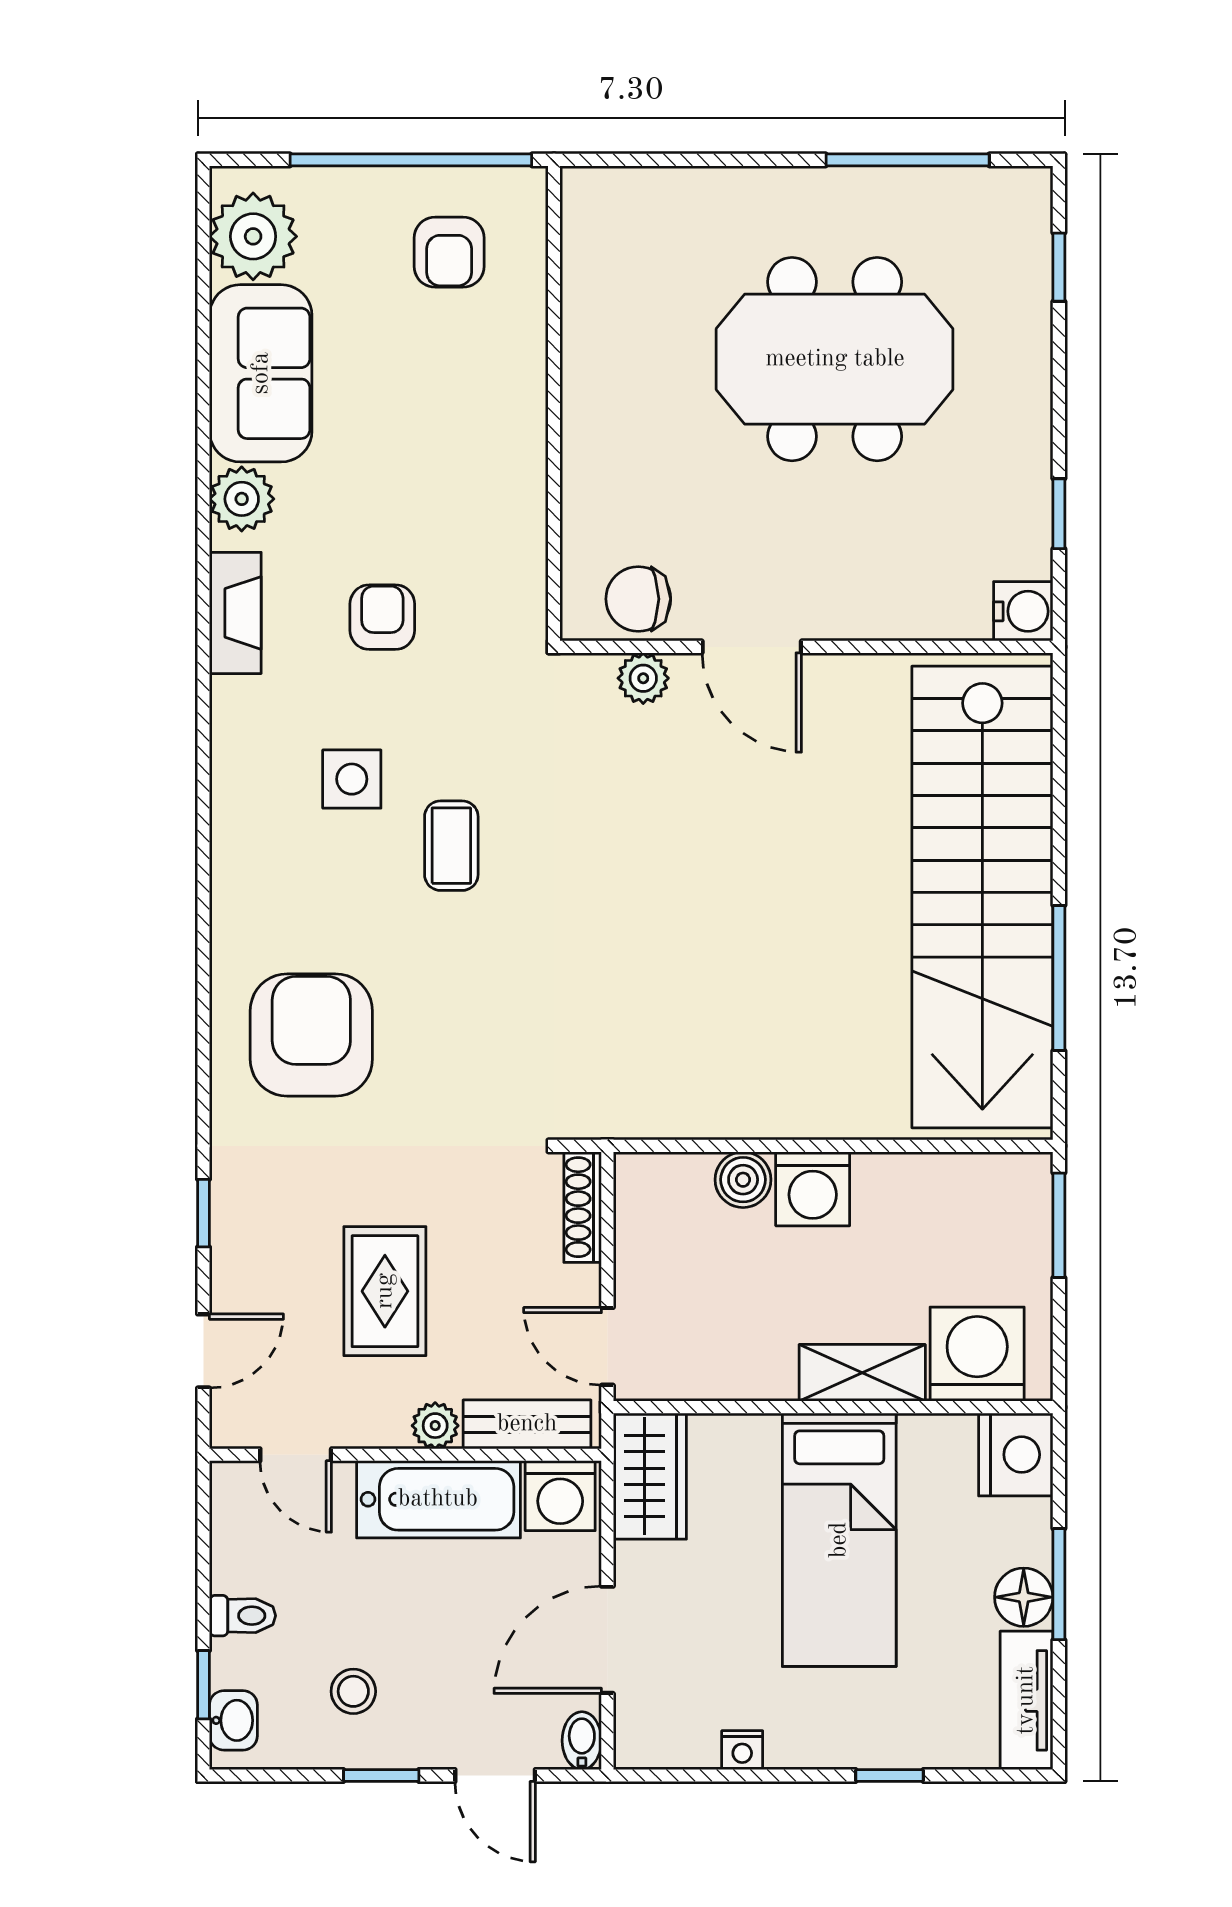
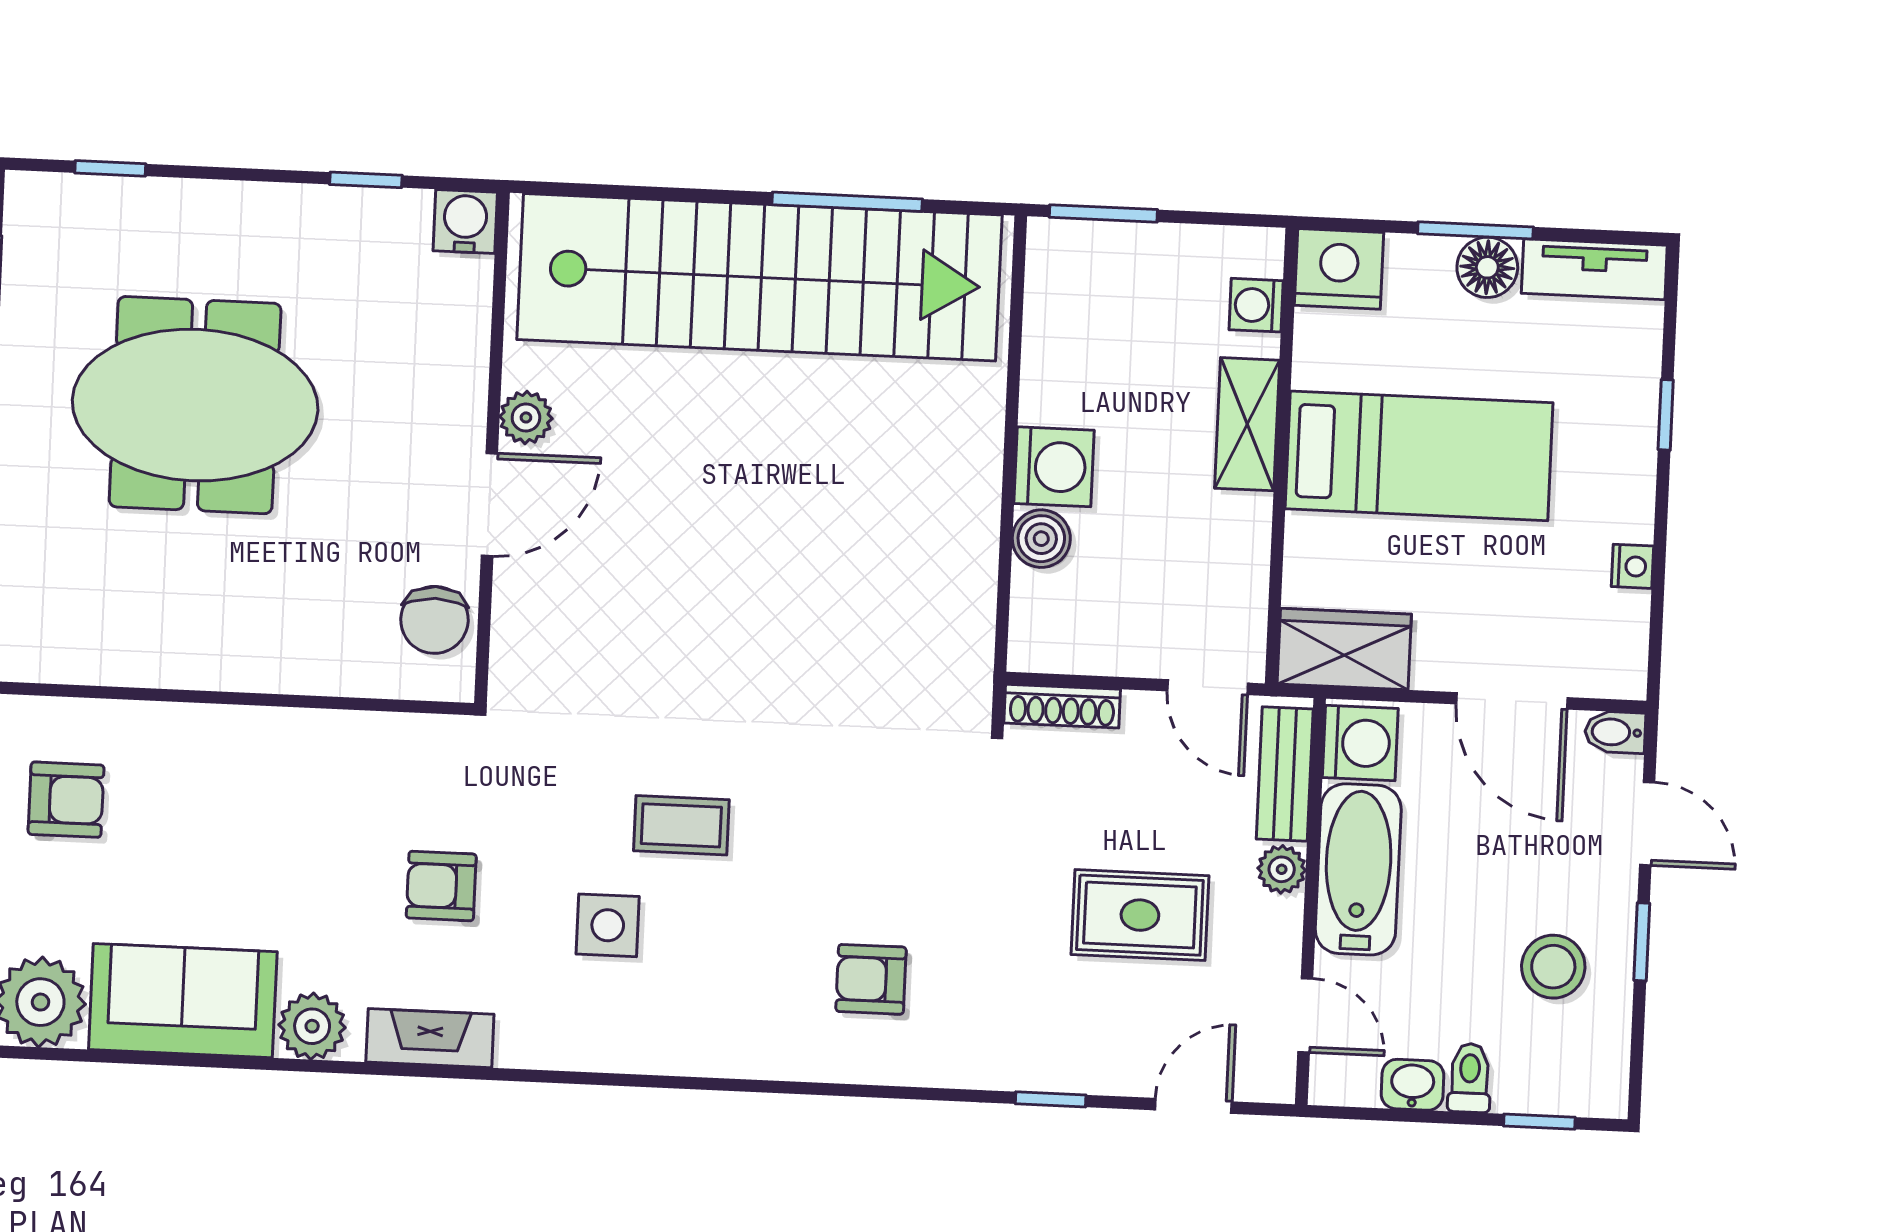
meeting table: (835, 359) -> (195, 405), turned 90
plant: (643, 678) -> (526, 417), moved
armchair: (311, 1035) -> (871, 979), width x0.53, depth x0.53
door: (607, 1346) -> (1208, 687), hinge flipped
door: (204, 1351) -> (1193, 1106), hinge flipped
washing machine: (977, 1354) -> (1256, 305), width x0.53, depth x0.53
door: (296, 1455) -> (1305, 1015), hinge flipped
stool: (353, 1691) -> (1553, 967), width x1.37, depth x1.37
washbasin: (233, 1720) -> (1413, 1085), moved
door: (495, 1775) -> (1647, 824), hinge flipped

